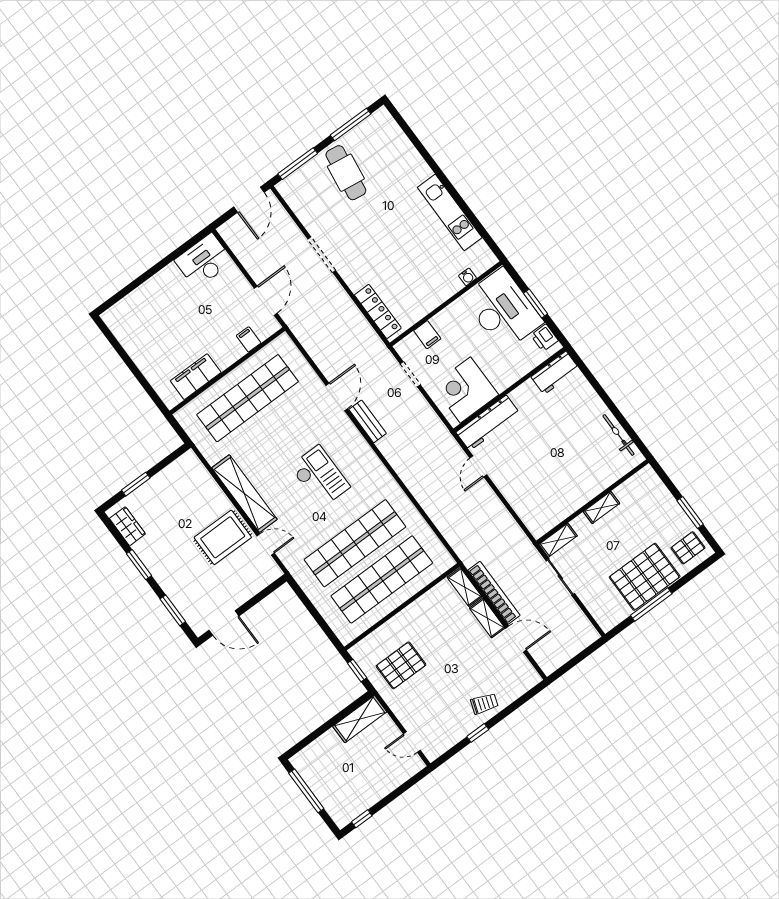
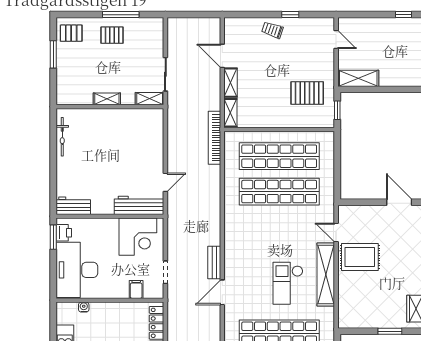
window: (535, 303) -> (53, 237), moved
checkout: (320, 477) -> (288, 283), moved
pallet: (645, 577) -> (112, 35), width x0.49, depth x0.50
bookcase: (494, 593) -> (215, 138), moved

